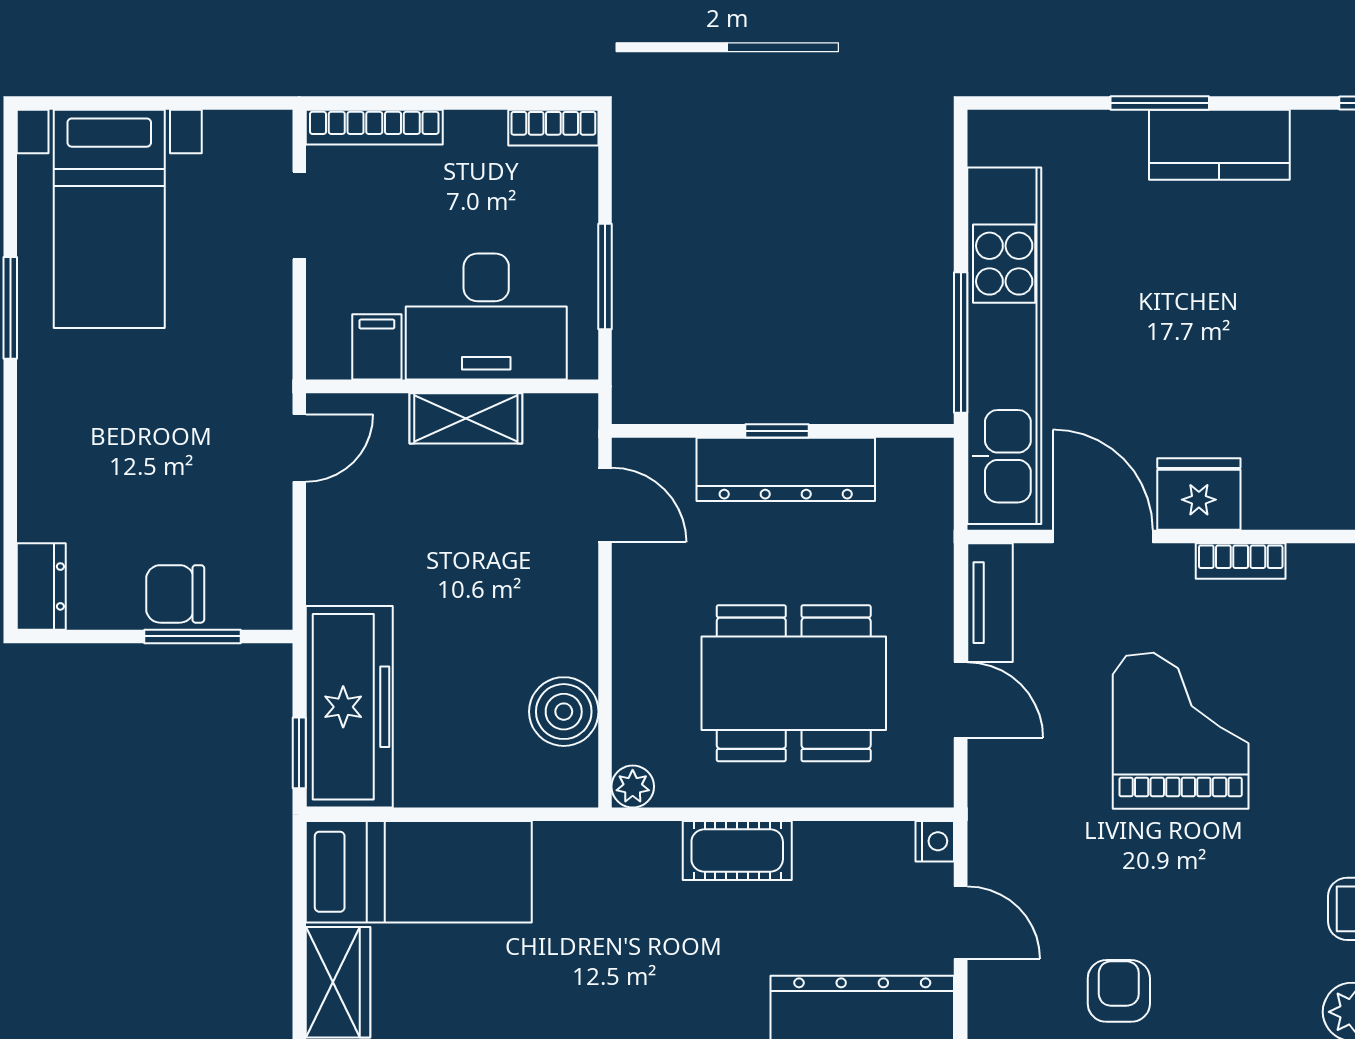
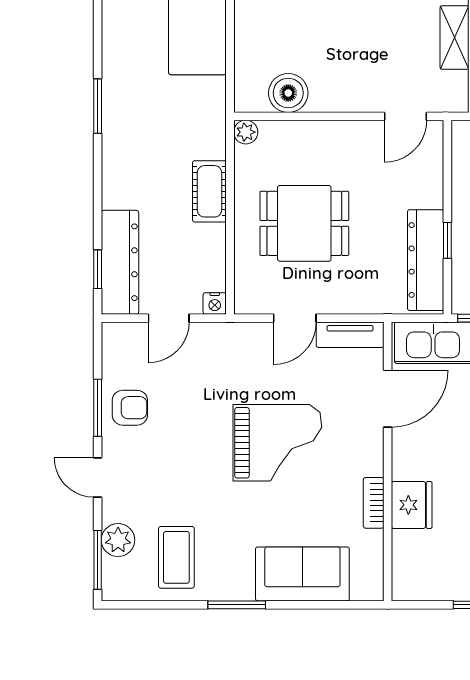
window: (777, 431) -> (447, 240), moved
dresser: (786, 469) -> (426, 260), moved
fridge: (1199, 494) -> (412, 505), moved
bookcase: (1241, 561) -> (374, 503), moved
dining table: (794, 683) -> (304, 223), width x0.73

